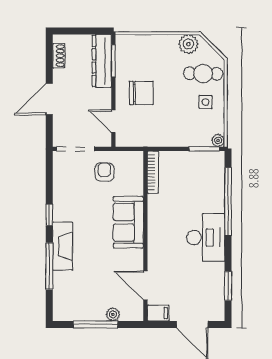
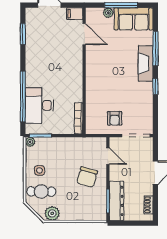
chair: (141, 93) -> (87, 177), turned -74
sofa: (128, 222) -> (134, 19), moved, turned 90
desk: (206, 237) -> (39, 105), moved

